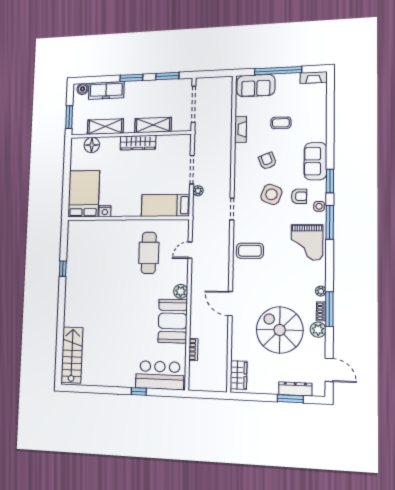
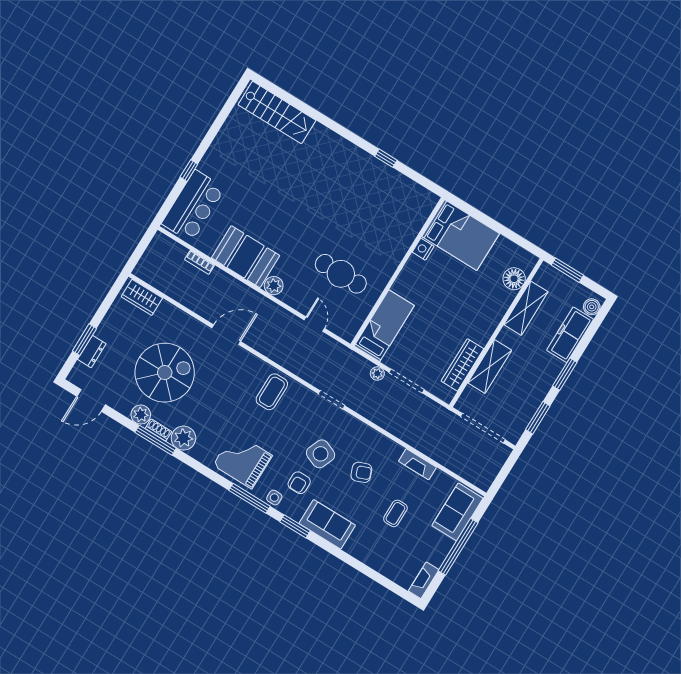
wardrobe: (138, 143) -> (462, 365), moved
plant: (321, 291) -> (183, 438), width x1.88, depth x1.88
dresser: (295, 389) -> (92, 352), width x0.70

